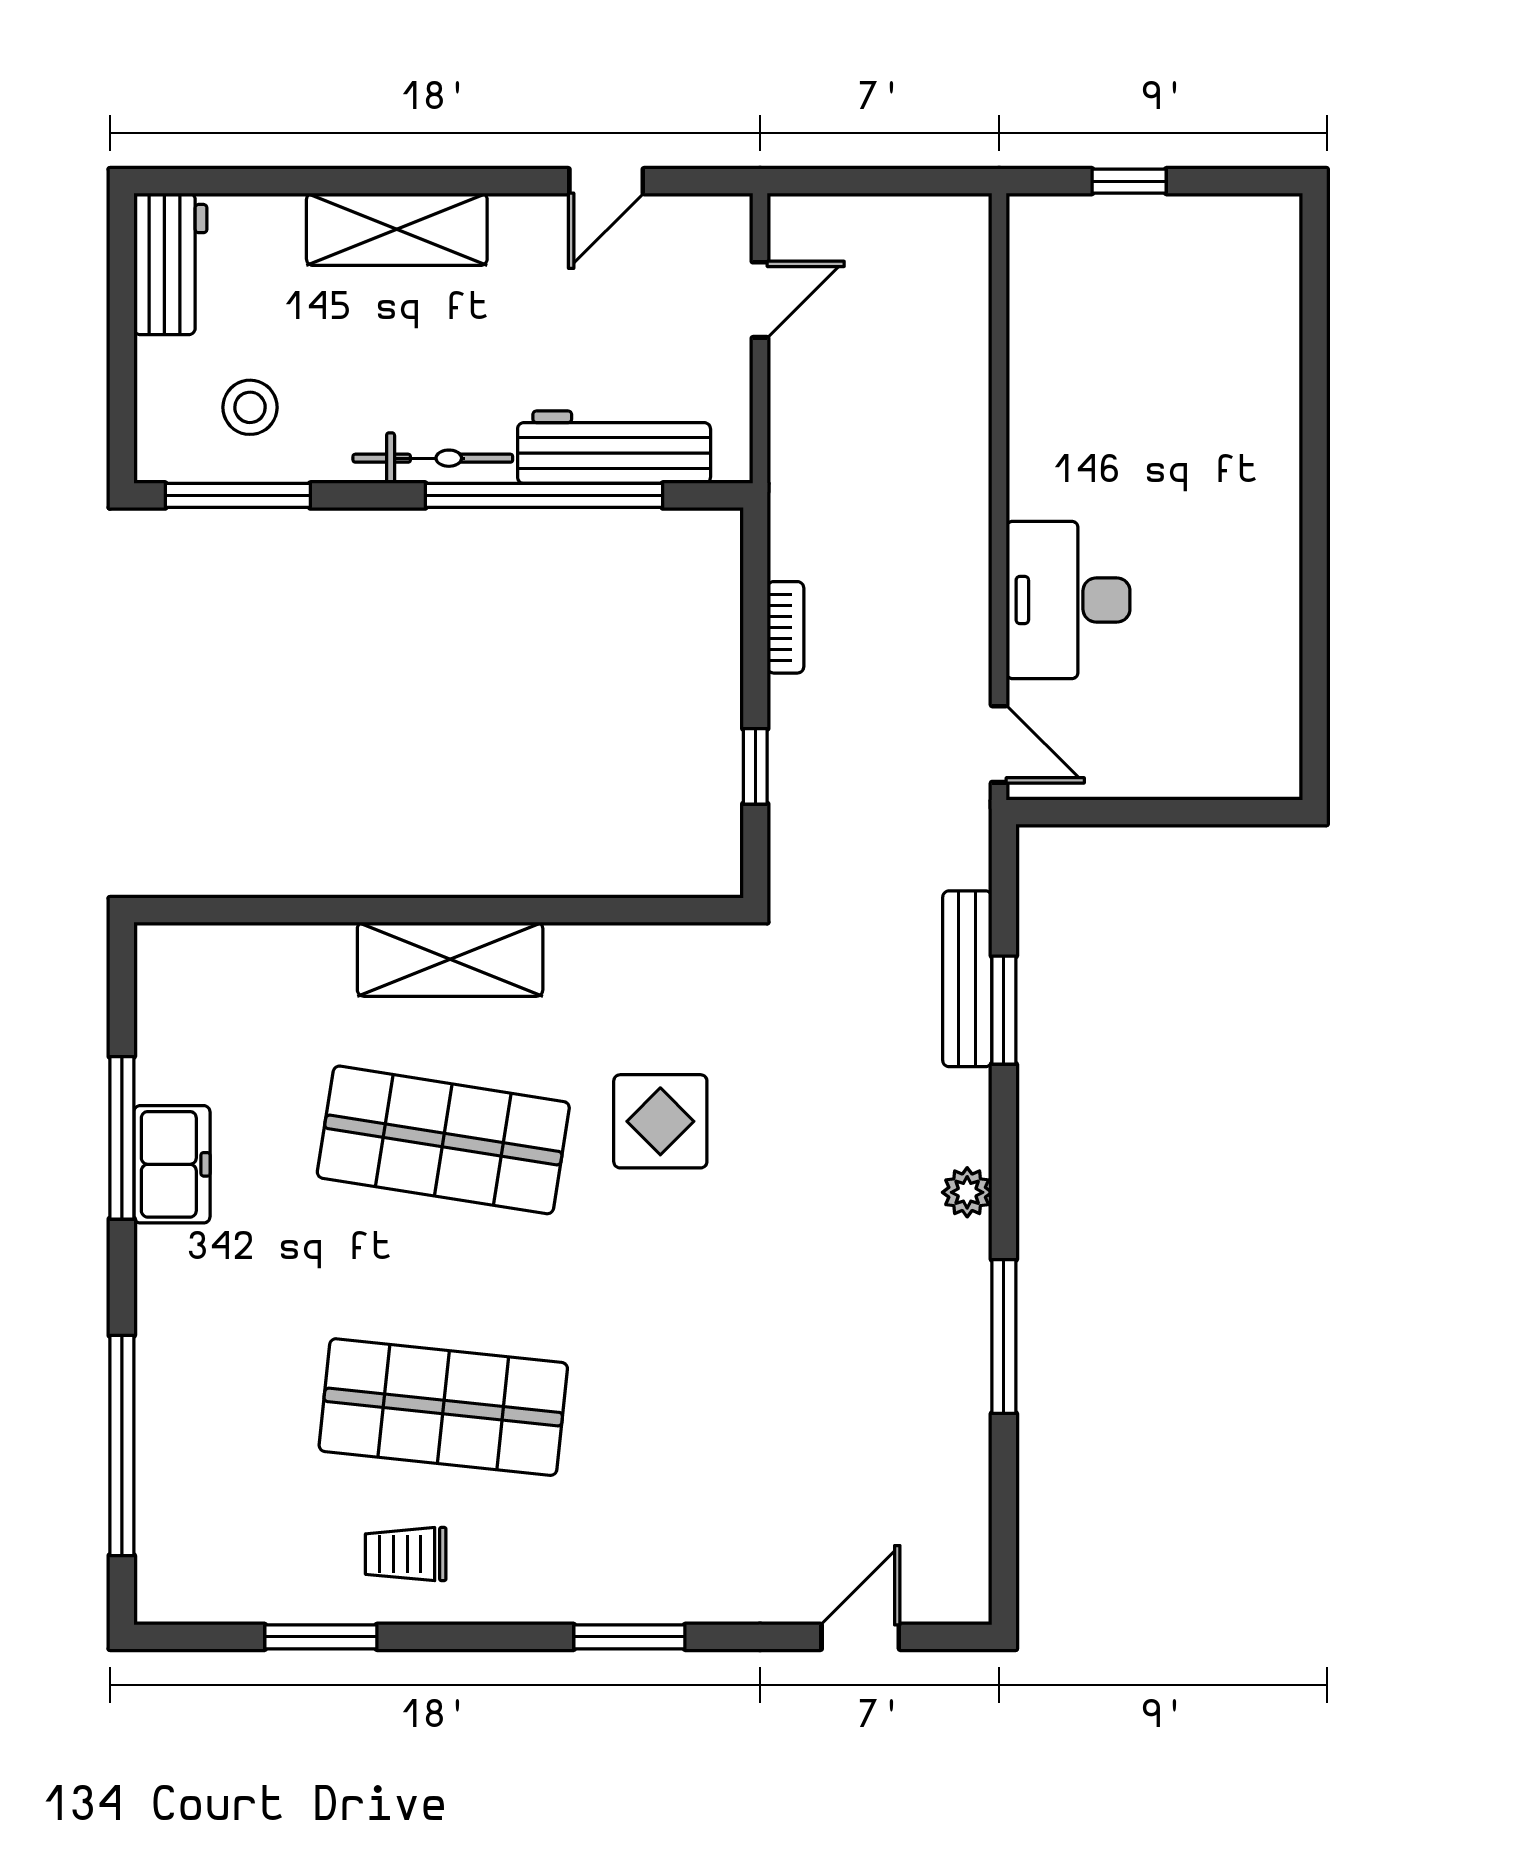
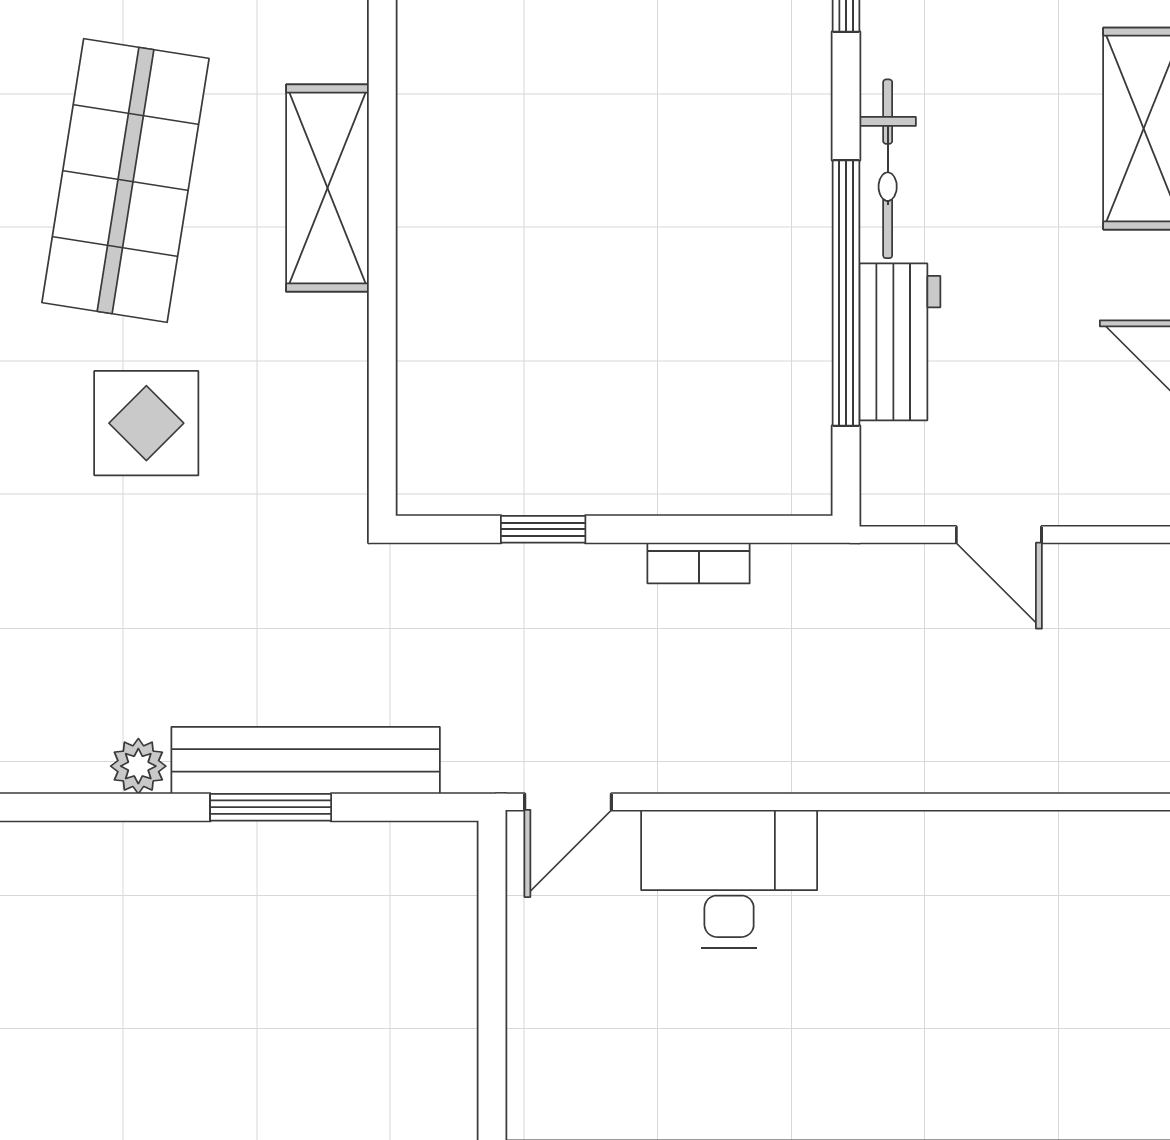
door: (760, 300) -> (999, 535), moved
workbench: (614, 447) -> (900, 342), width x0.73
bench: (967, 979) -> (306, 760), width x1.37, depth x1.21
plant: (967, 1192) -> (138, 766), moved

